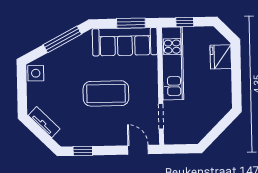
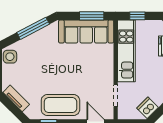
coffee table: (106, 93) -> (60, 105), moved
dishwasher: (199, 130) -> (148, 108), added

